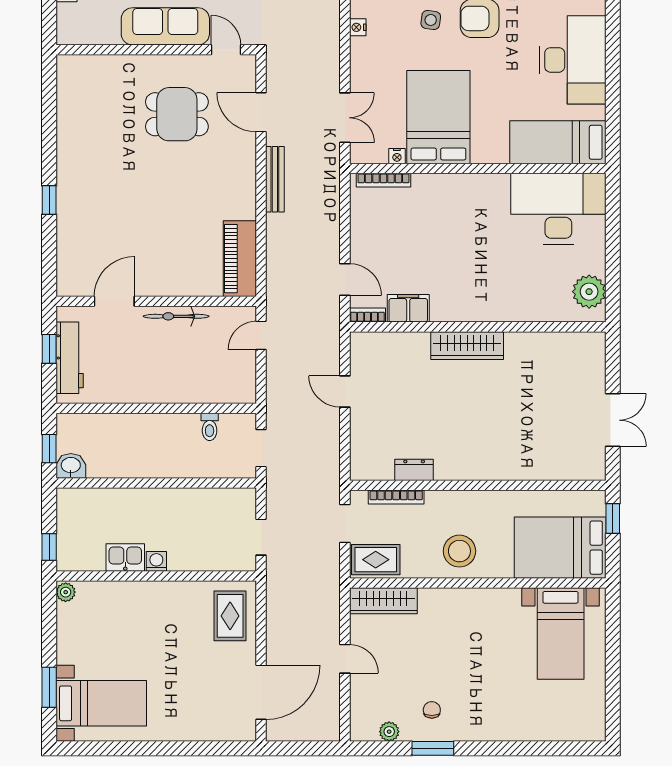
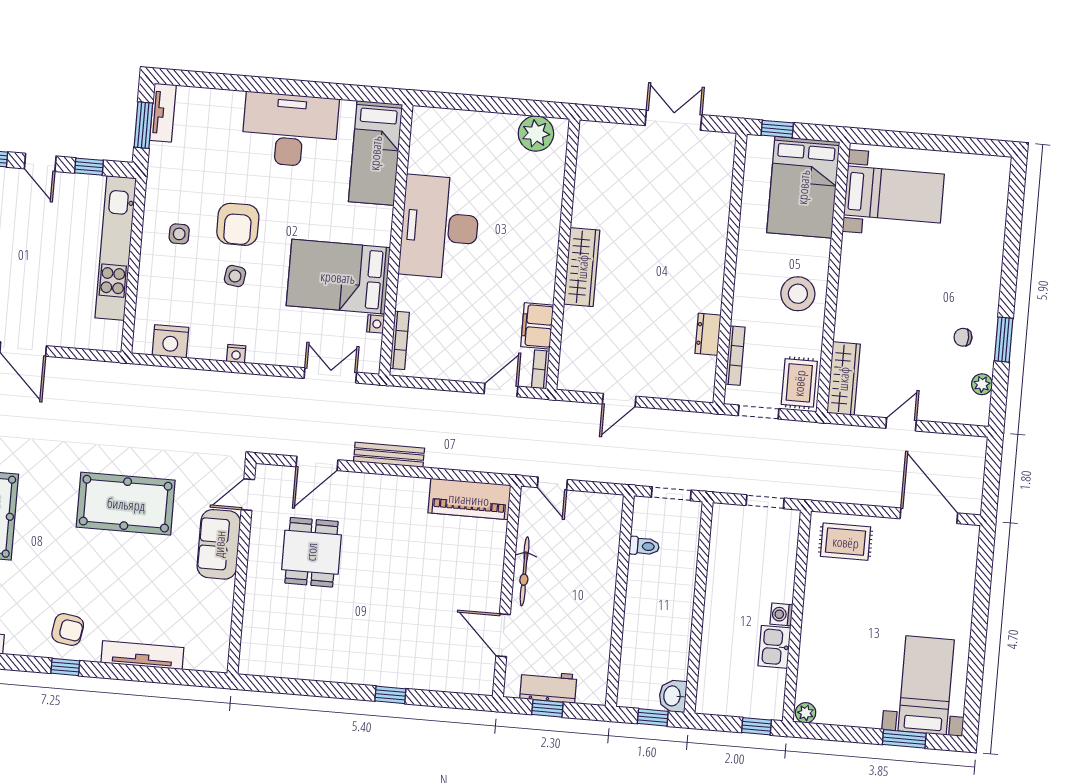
sofa: (165, 26) -> (219, 544), width x0.73
desk: (558, 209) -> (440, 227), moved
workbench: (70, 358) -> (548, 687), width x0.73

